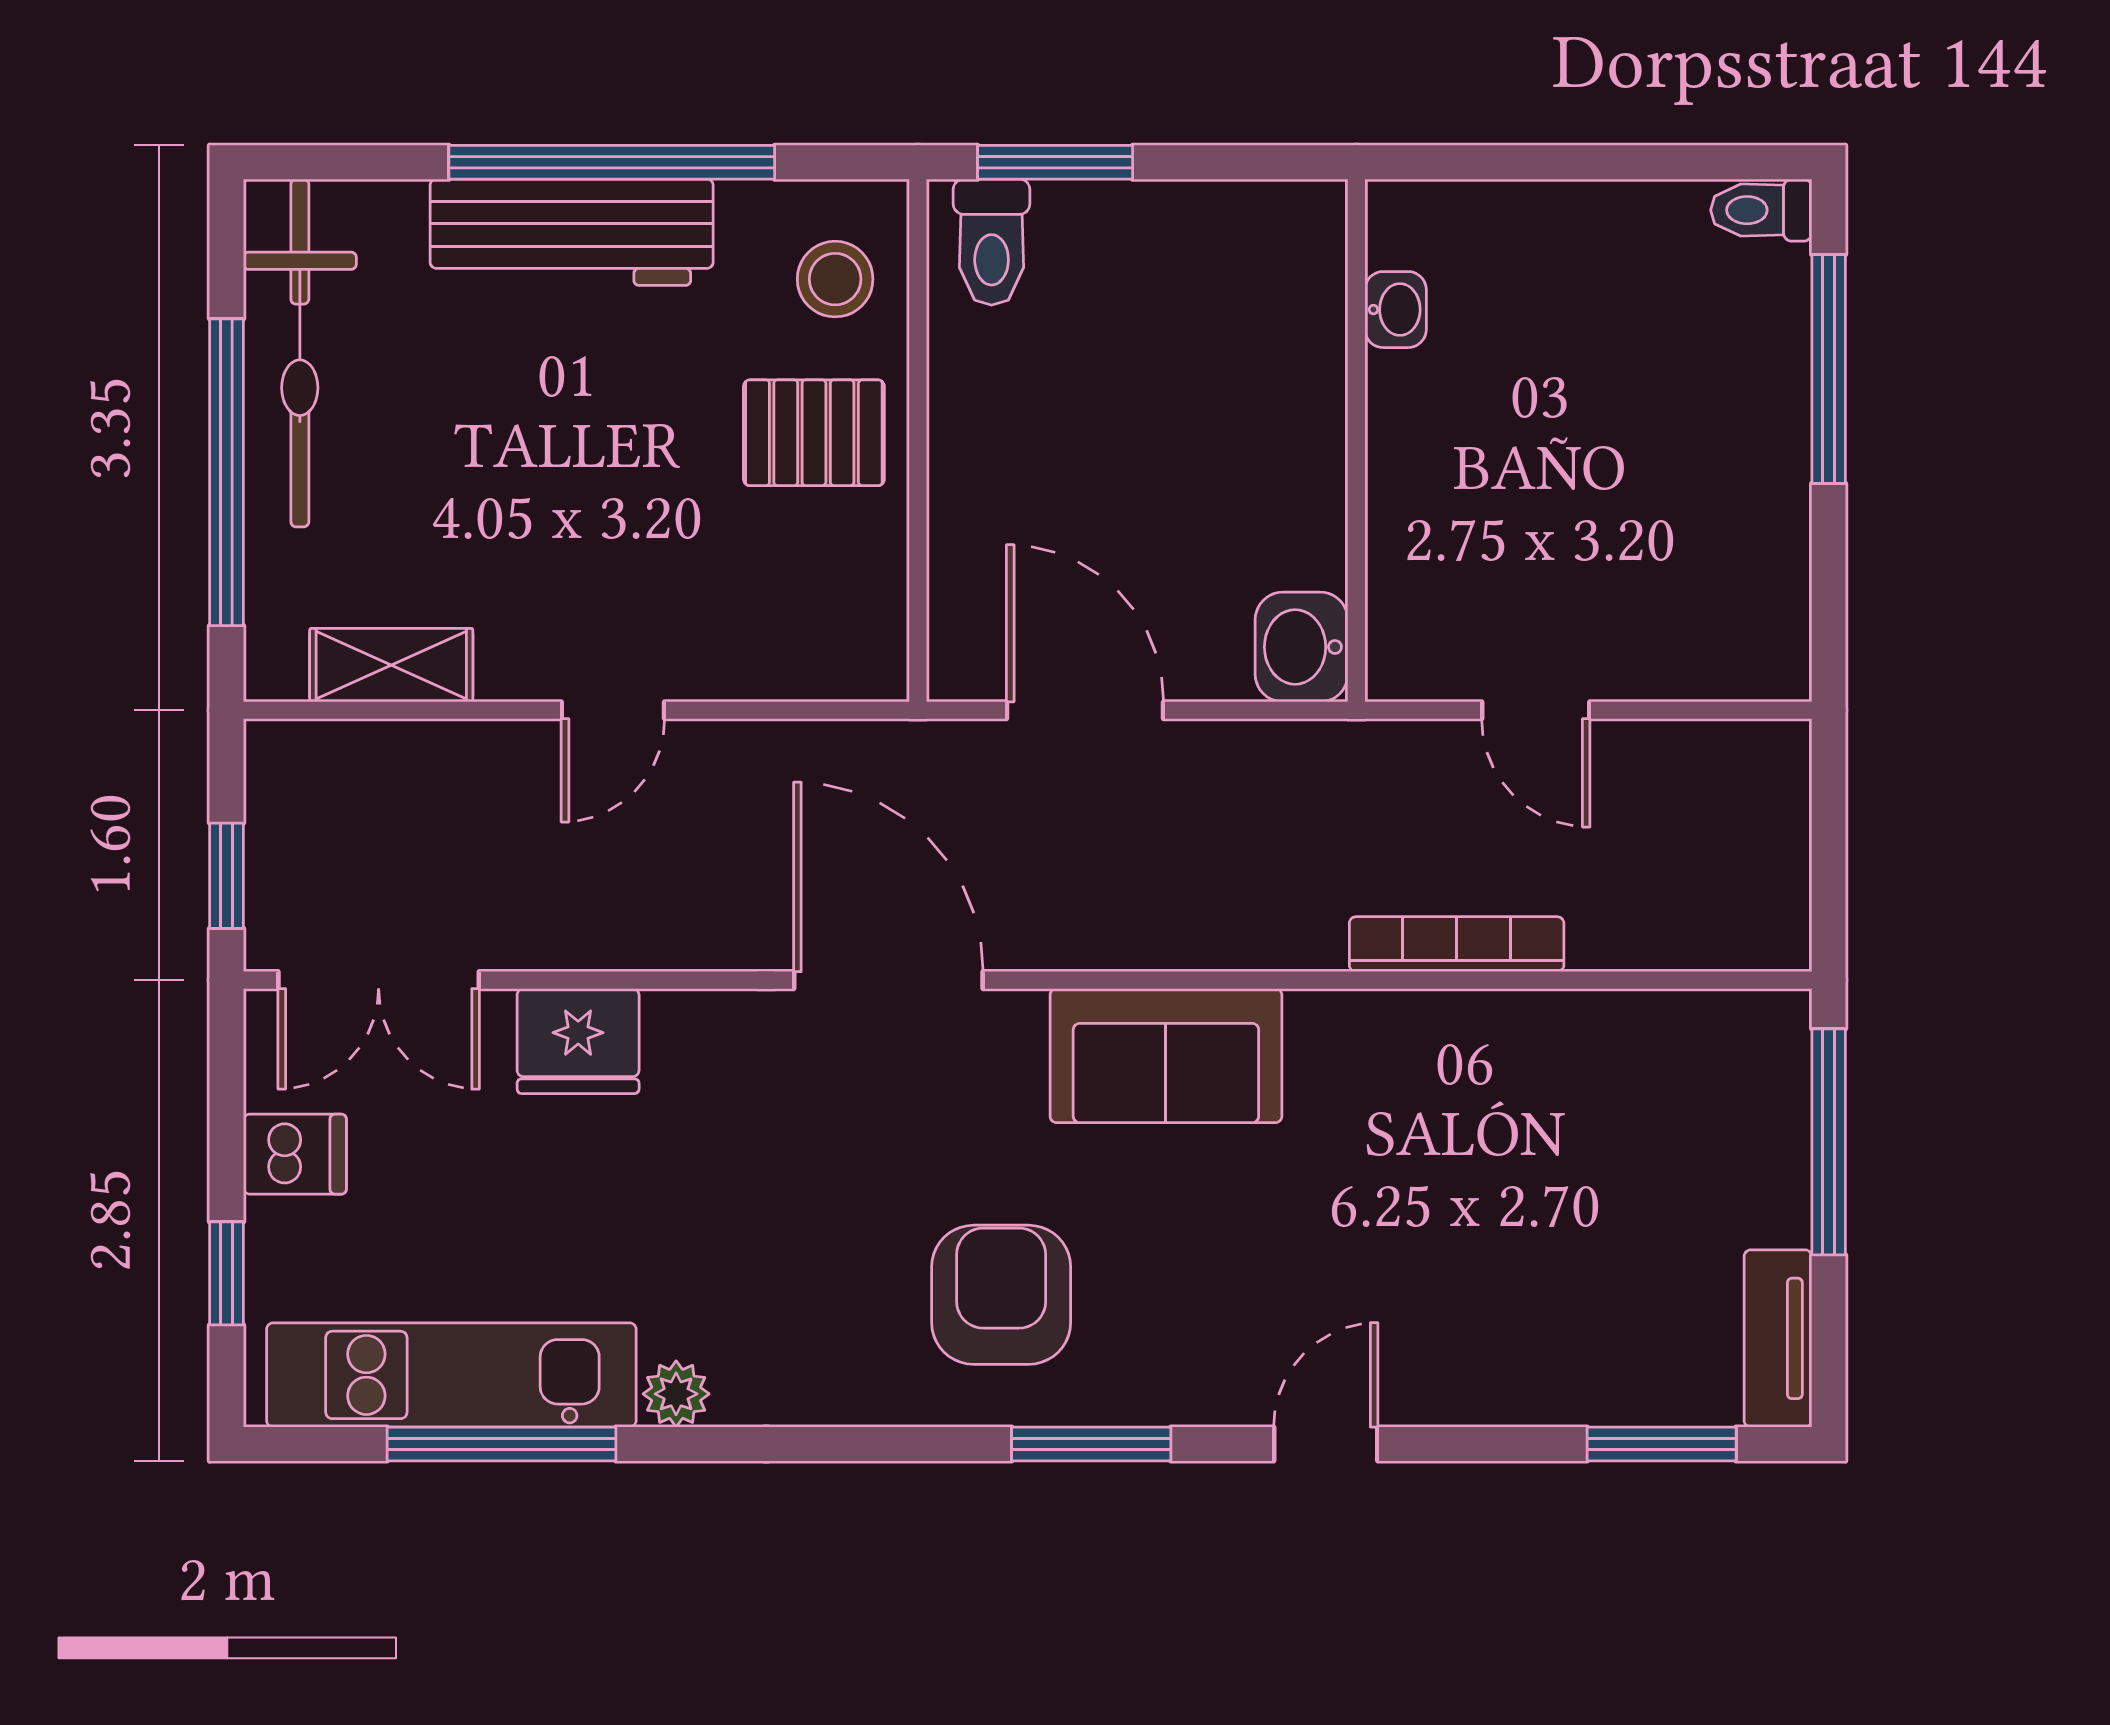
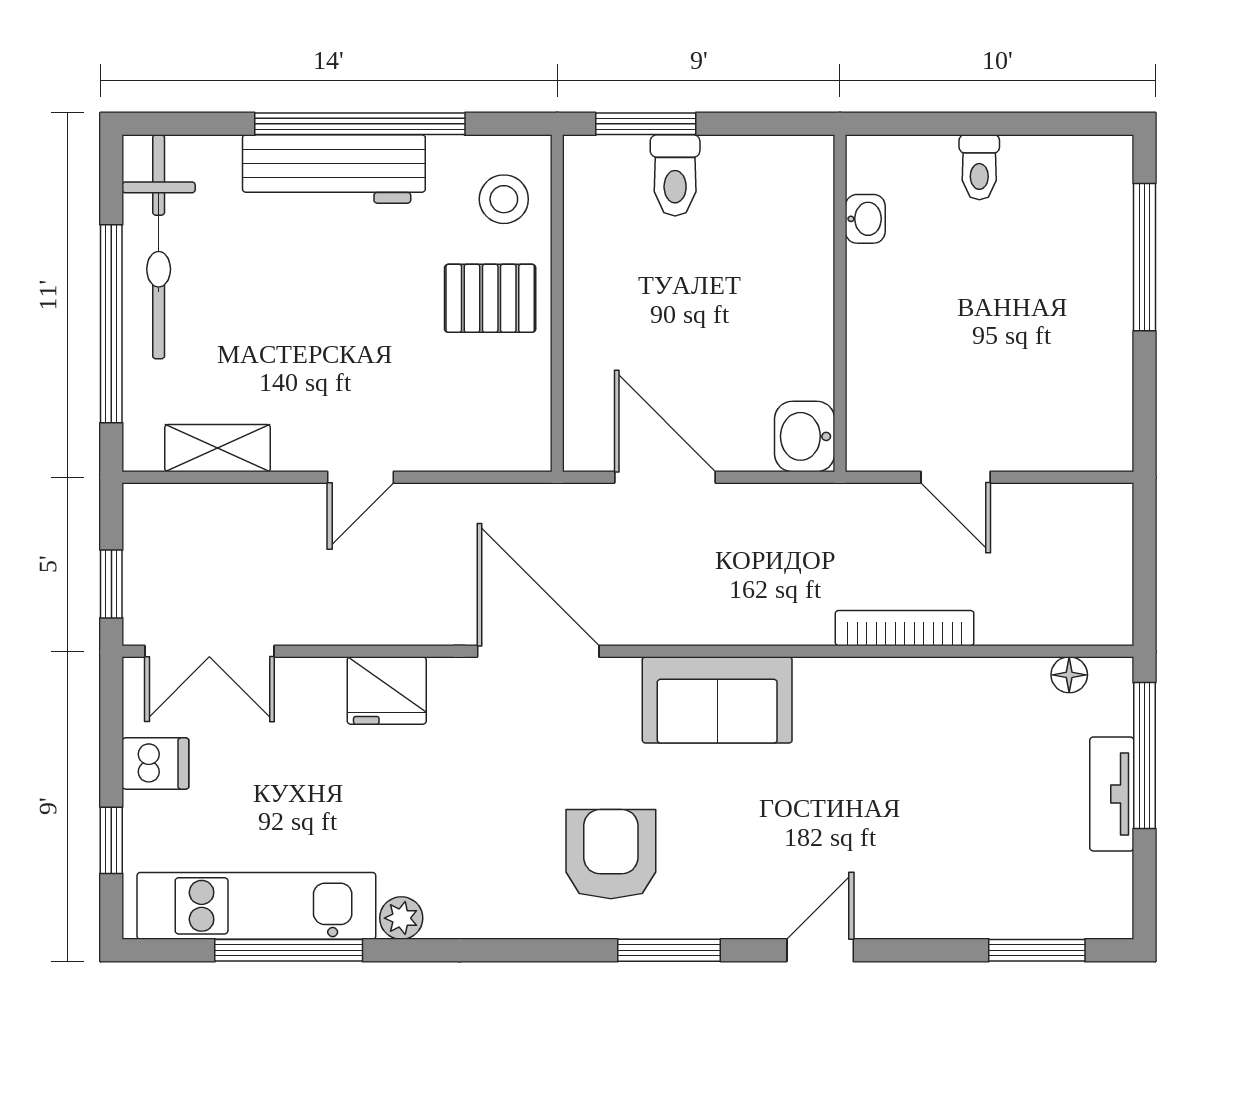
toilet: (1761, 210) -> (979, 167), moved, turned -90
toilet: (992, 242) -> (675, 175), moved
floor lamp: (1712, 1017) -> (1069, 675), added
fridge: (578, 1041) -> (387, 691), moved
tv unit: (1778, 1338) -> (1112, 794), moved

